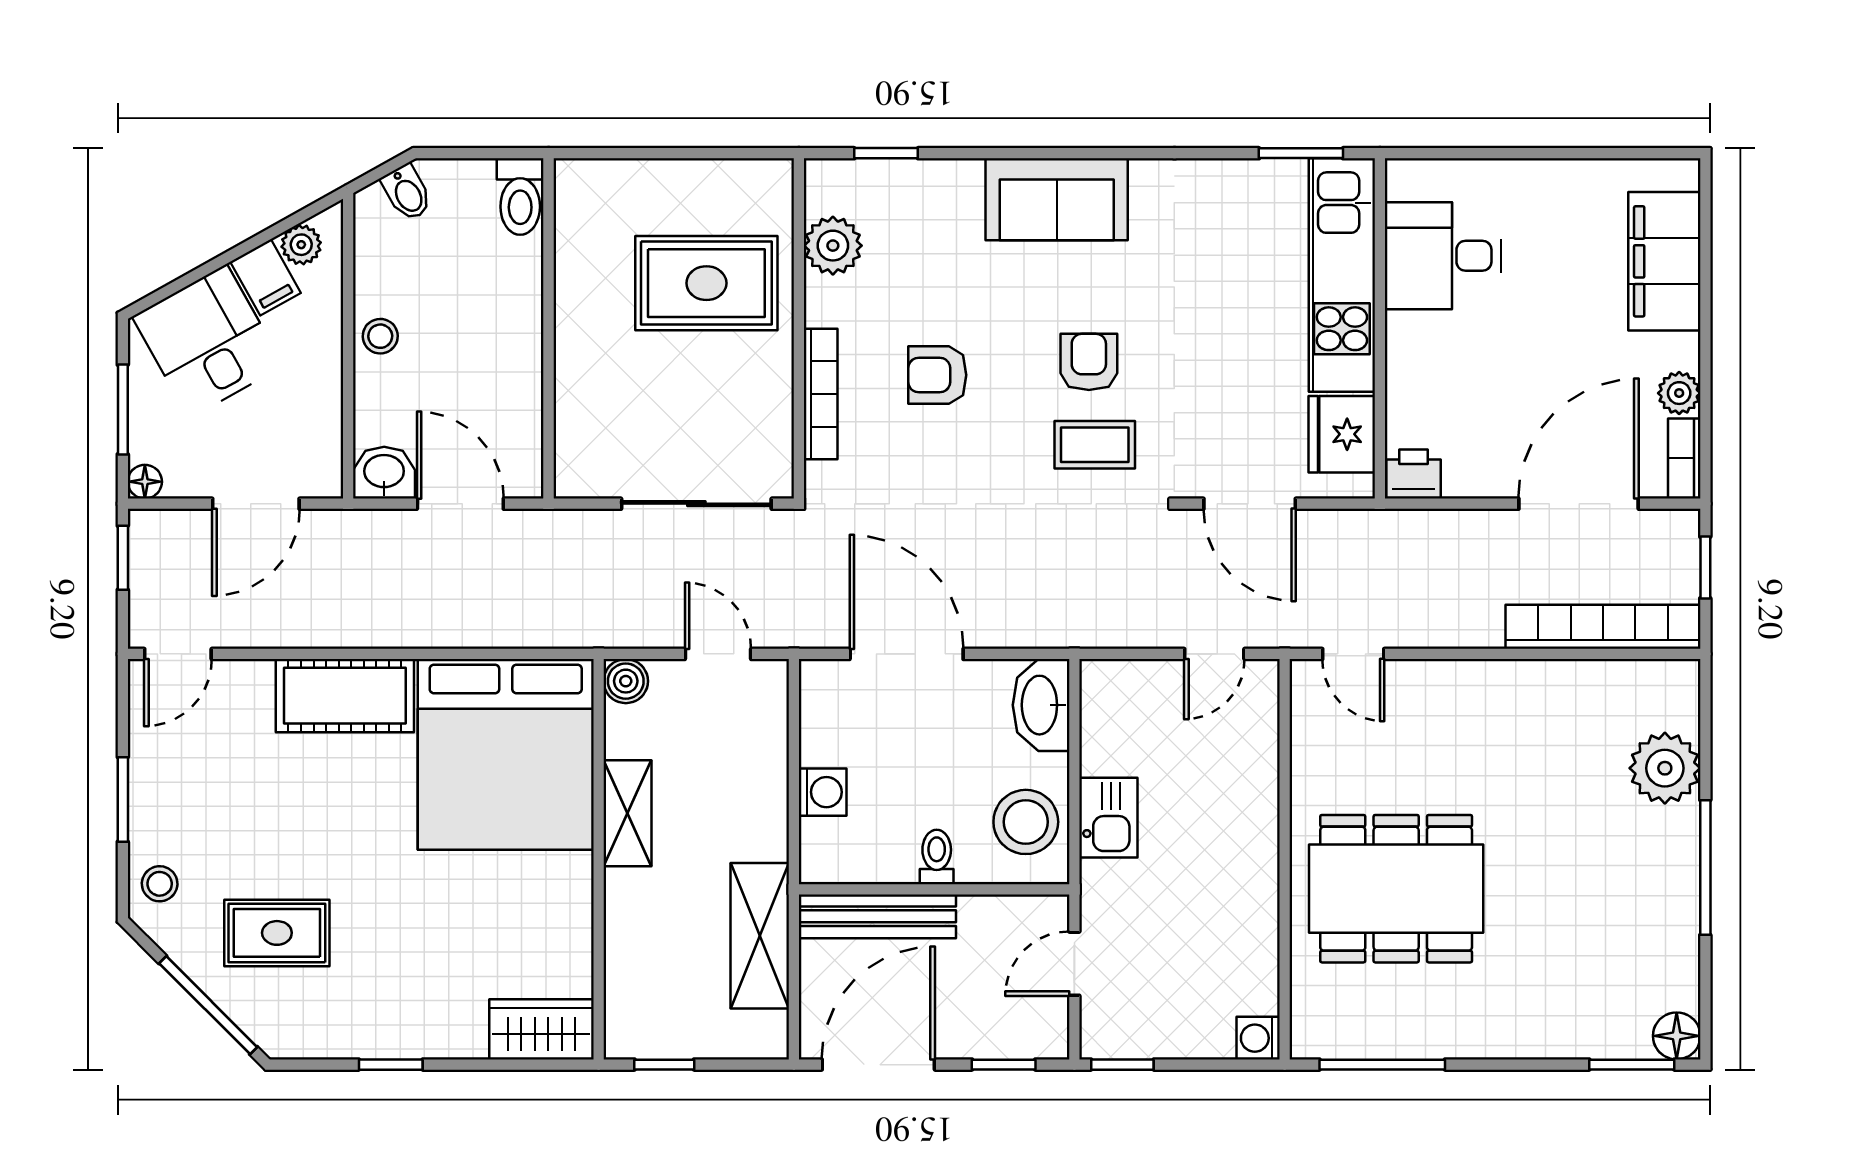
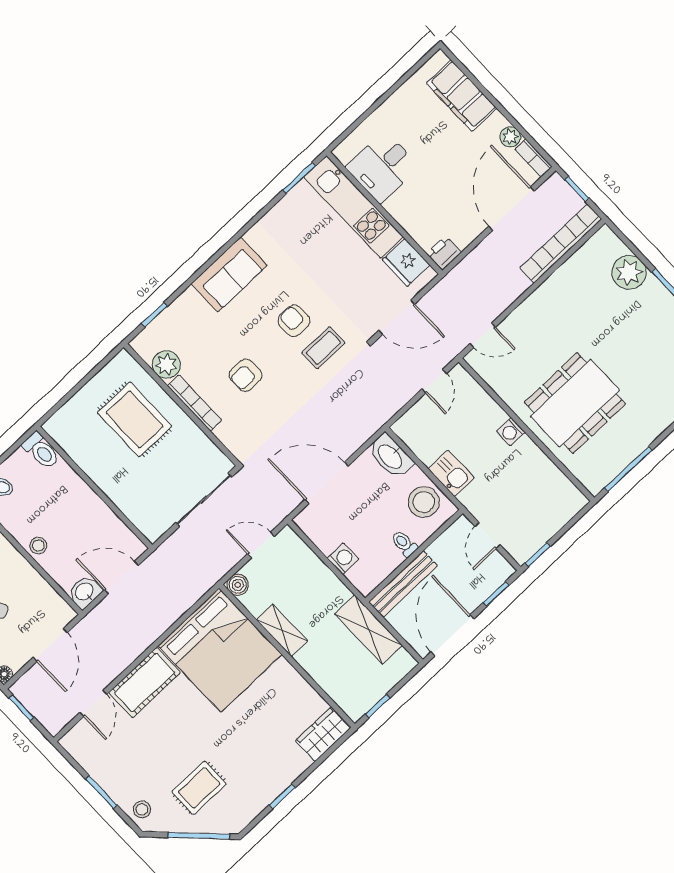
rug: (706, 283) -> (135, 419), turned 90
bookcase: (821, 394) -> (195, 403), moved
door: (178, 654) -> (93, 703), moved
washing machine: (1258, 1038) -> (511, 432), moved

